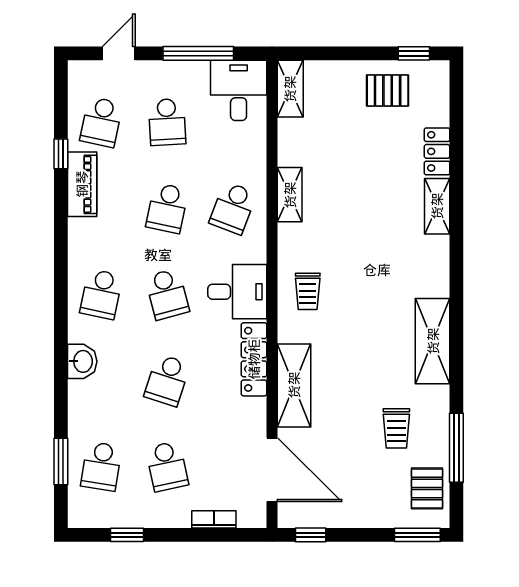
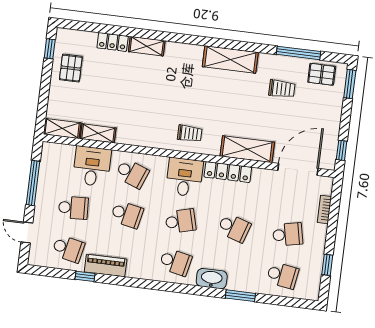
desk: (239, 90) -> (92, 166), moved, turned 90
shelving: (290, 195) -> (98, 133), moved
washbasin: (82, 361) -> (212, 279), width x1.38
window: (61, 462) -> (240, 296), moved

